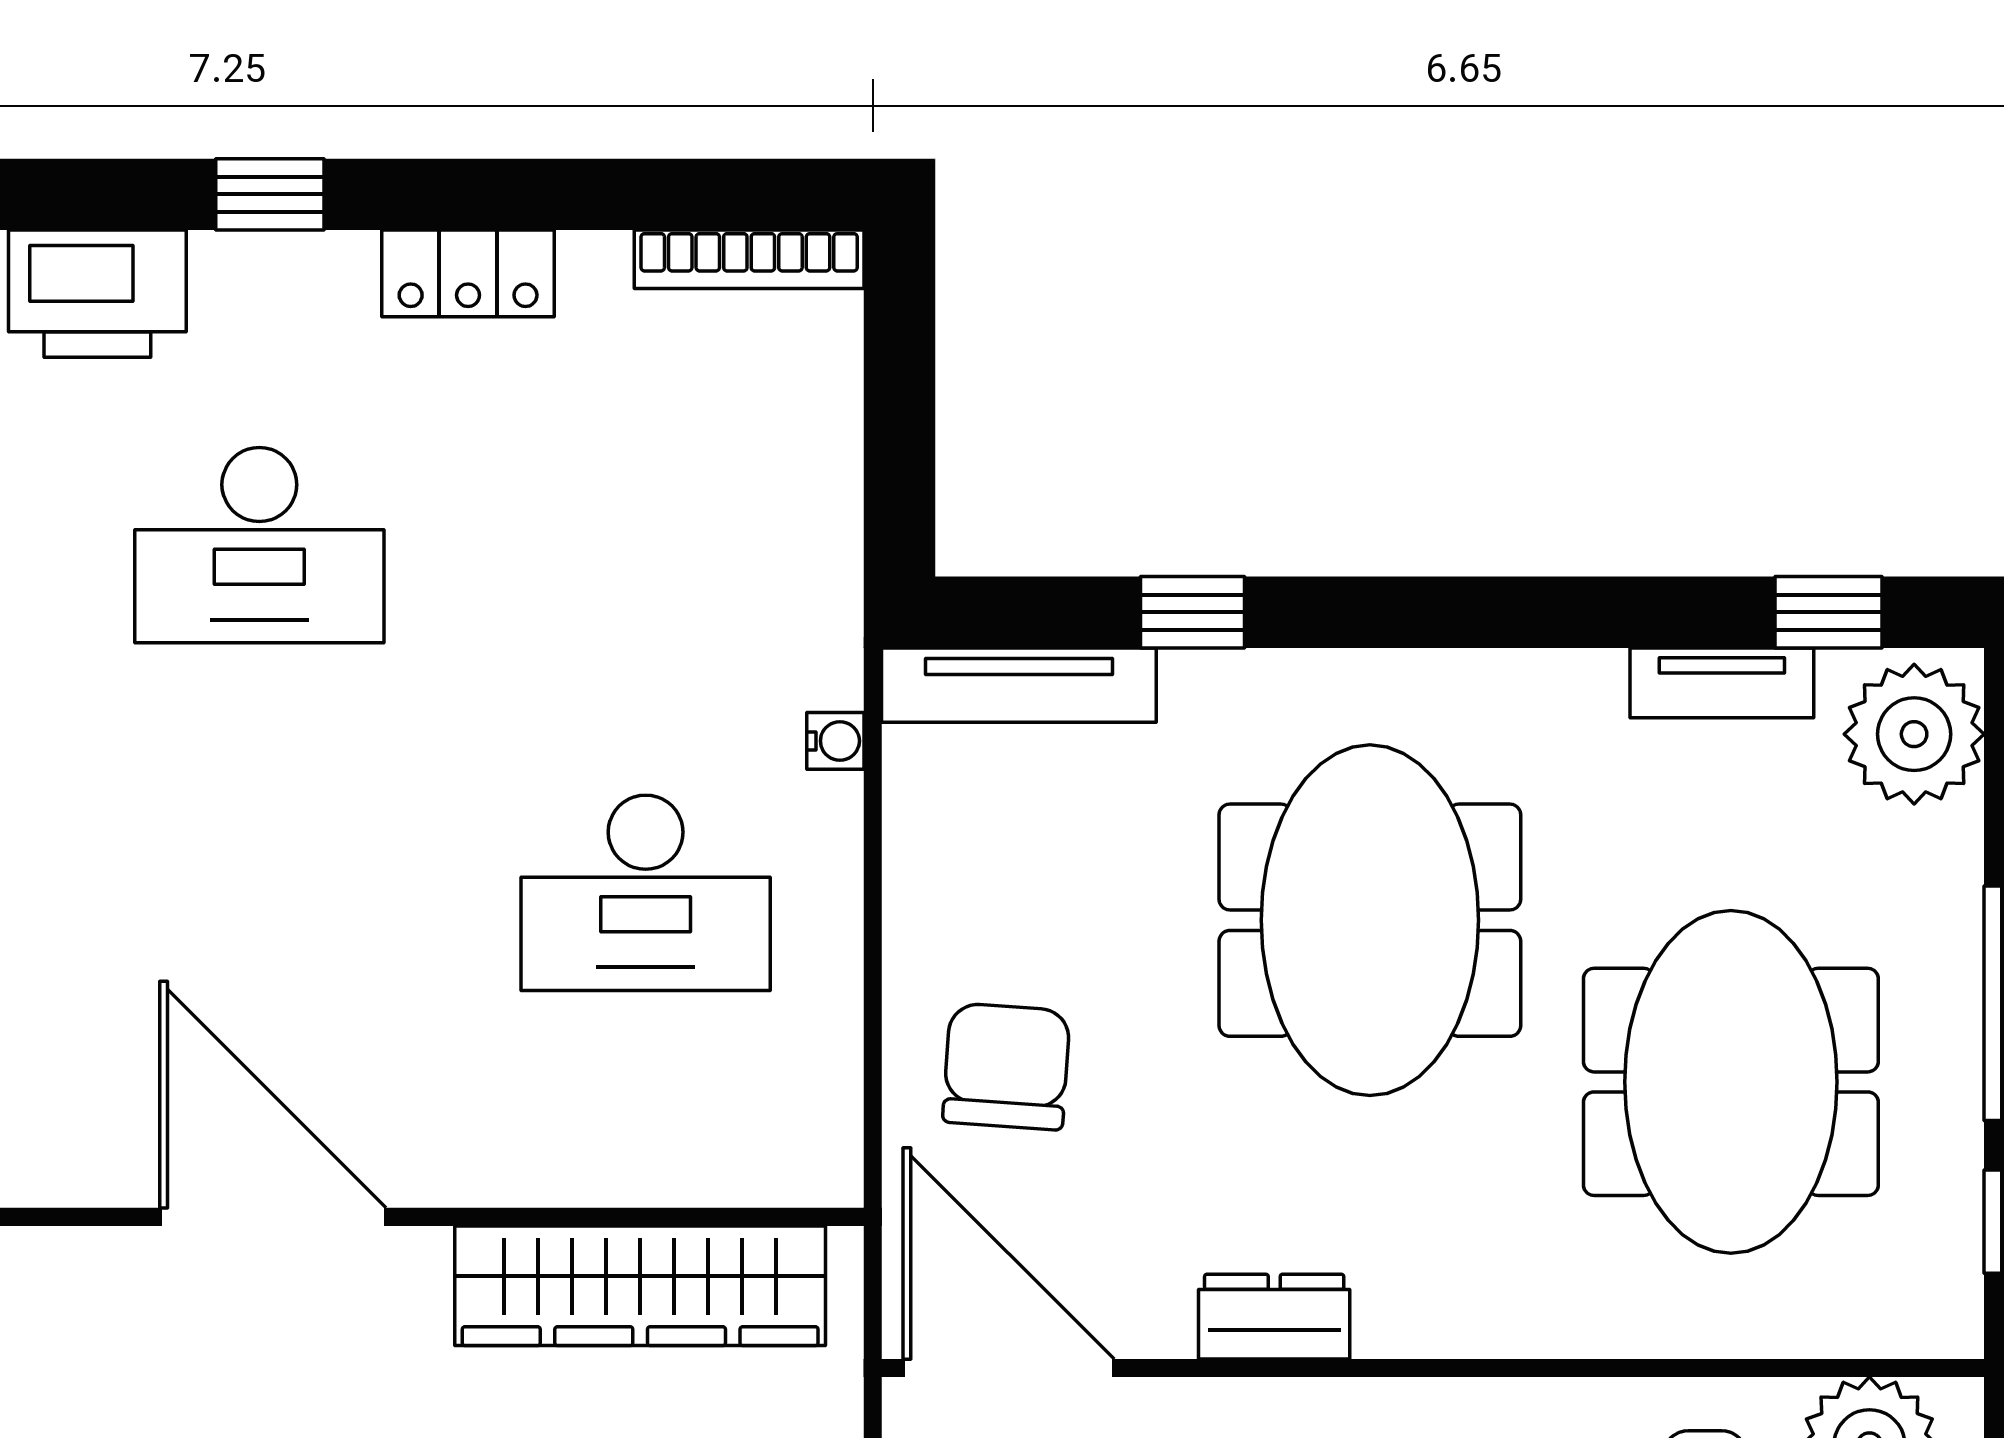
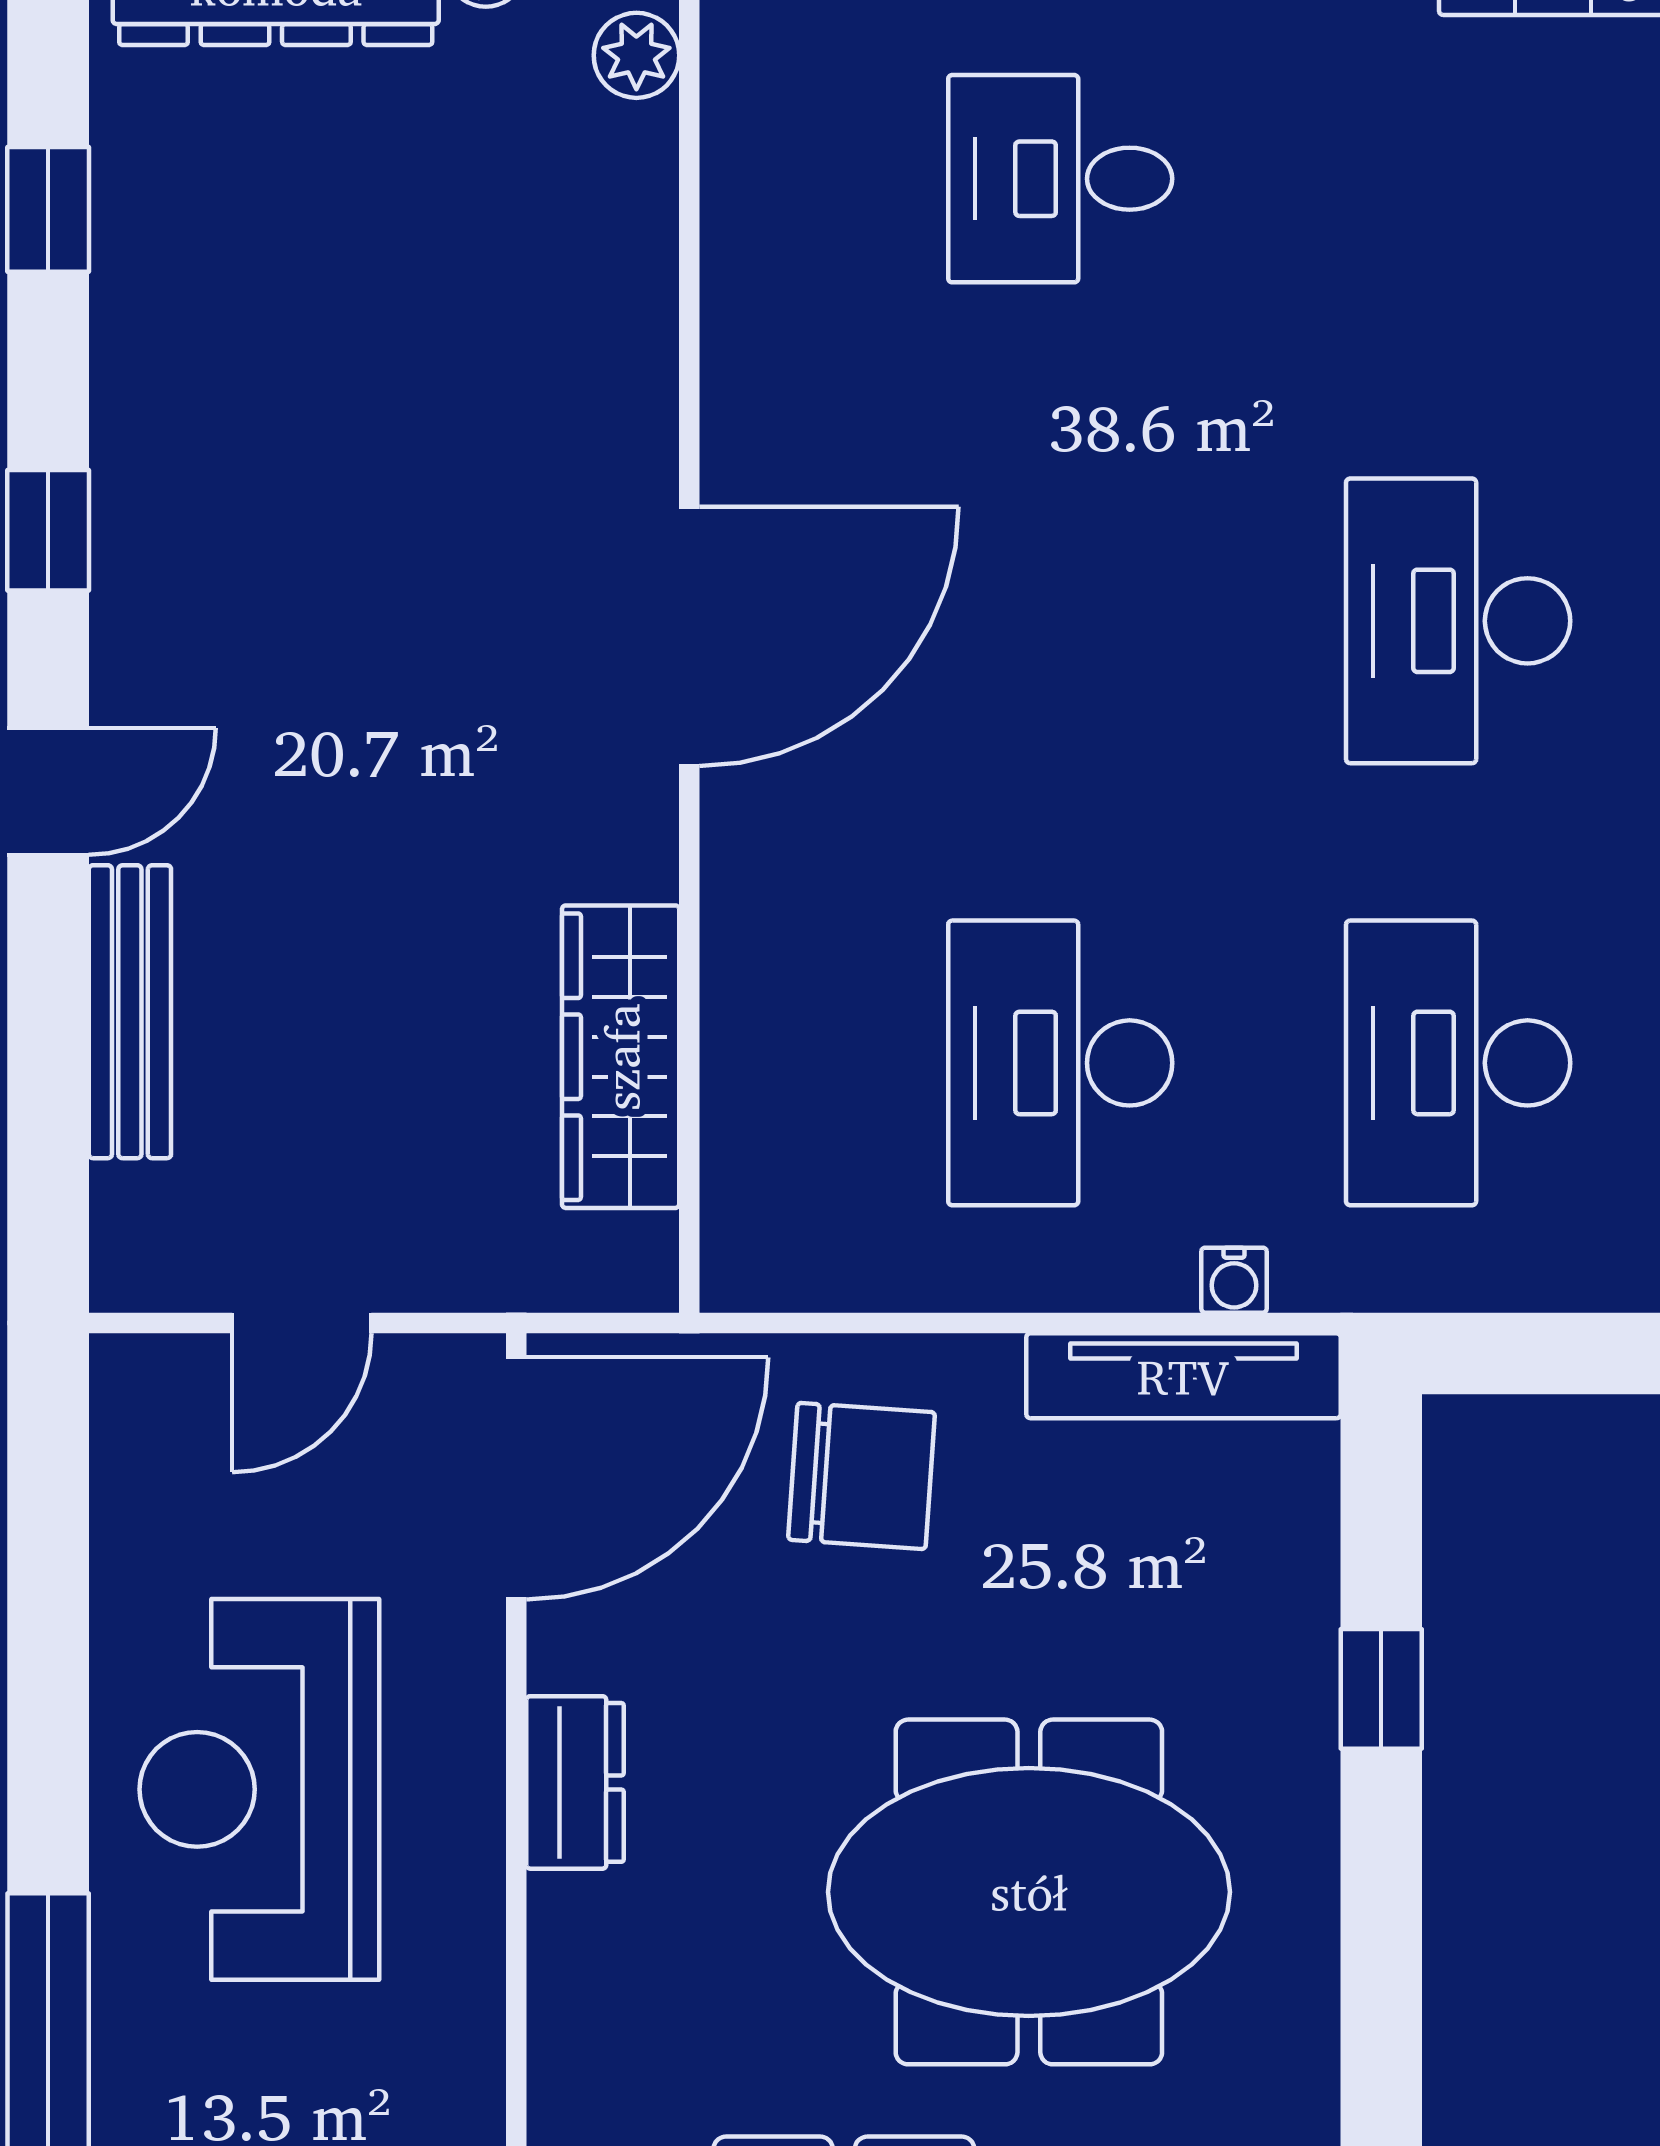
desk: (646, 545) -> (1458, 1063), added
tv unit: (1019, 685) -> (1183, 1376), moved, turned -90
wardrobe: (640, 1286) -> (621, 1057), width x0.71, depth x0.85

